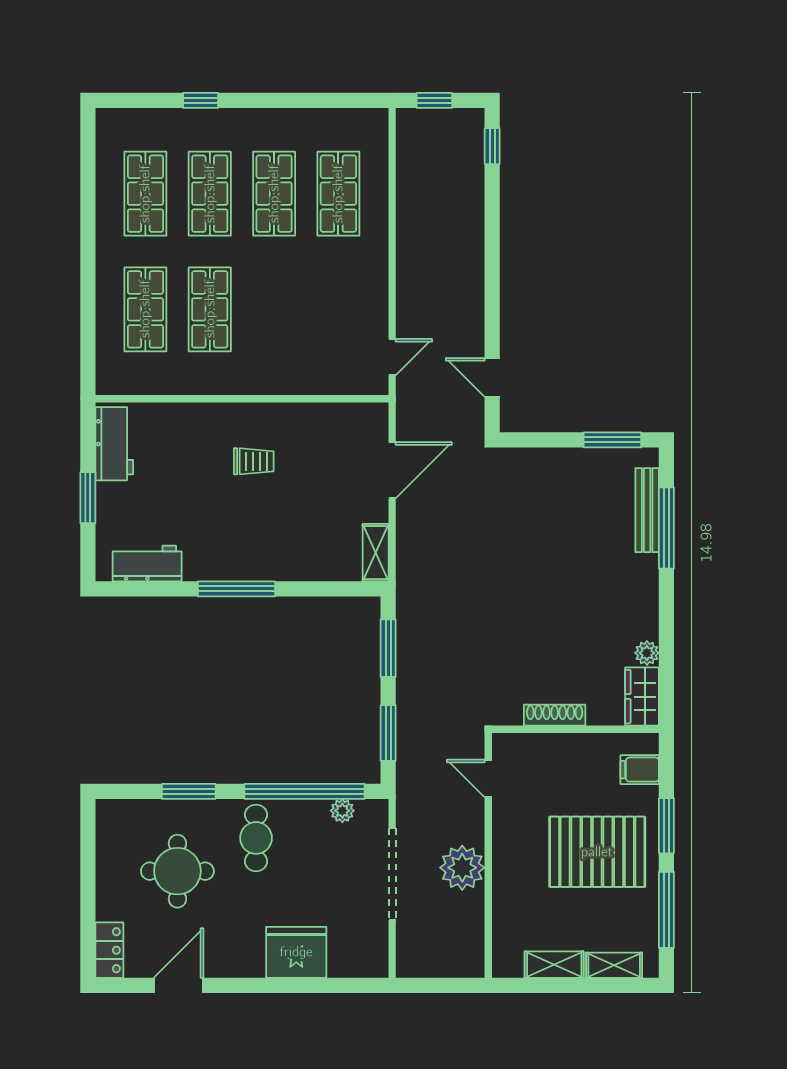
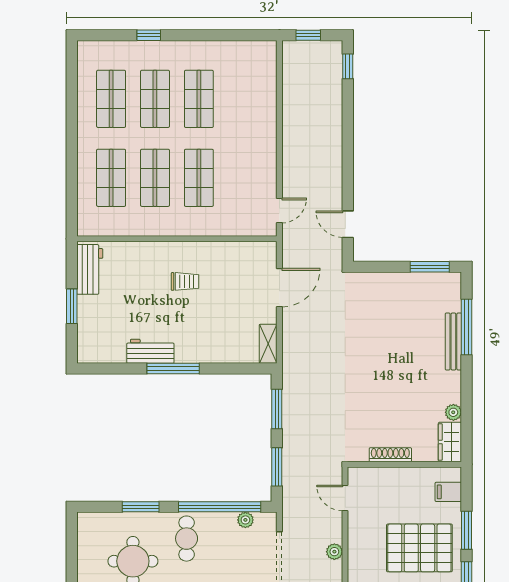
shop shelf: (338, 194) -> (199, 178), moved
bench: (647, 510) -> (453, 341), moved
workbench: (147, 564) -> (150, 351), moved
plant: (462, 868) -> (334, 552), width x0.53, depth x0.53

